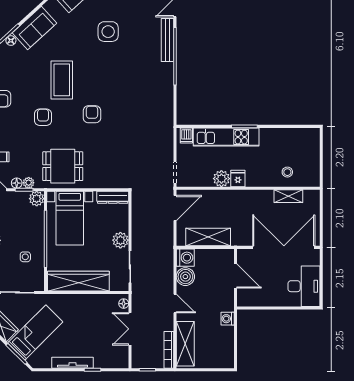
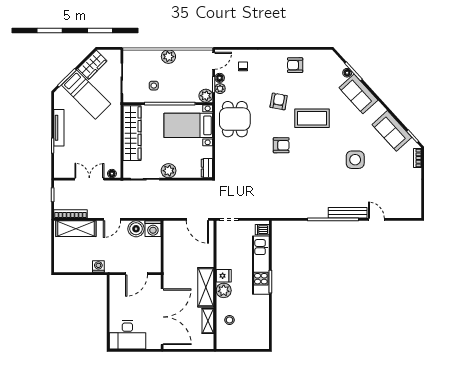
armchair: (43, 117) -> (279, 101), turned -80
plant: (221, 179) -> (224, 290), moved
dresser: (113, 197) -> (207, 168), width x0.70
shelving: (208, 237) -> (206, 287), moved

